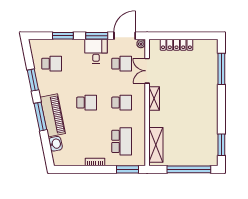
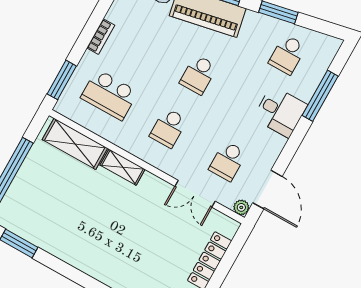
window: (63, 36) -> (320, 96), width x1.44
window: (97, 36) -> (291, 147), removed
desk: (96, 51) -> (280, 111), moved
double door: (147, 71) -> (195, 194), swing flipped
shelving: (154, 98) -> (123, 167), moved

